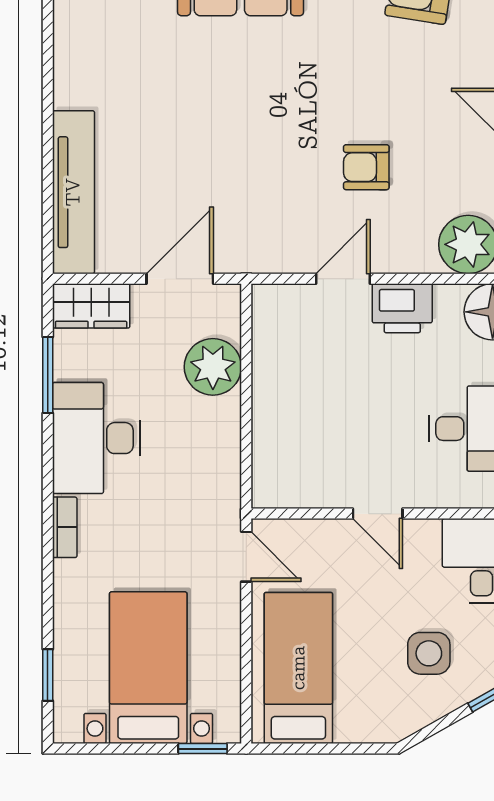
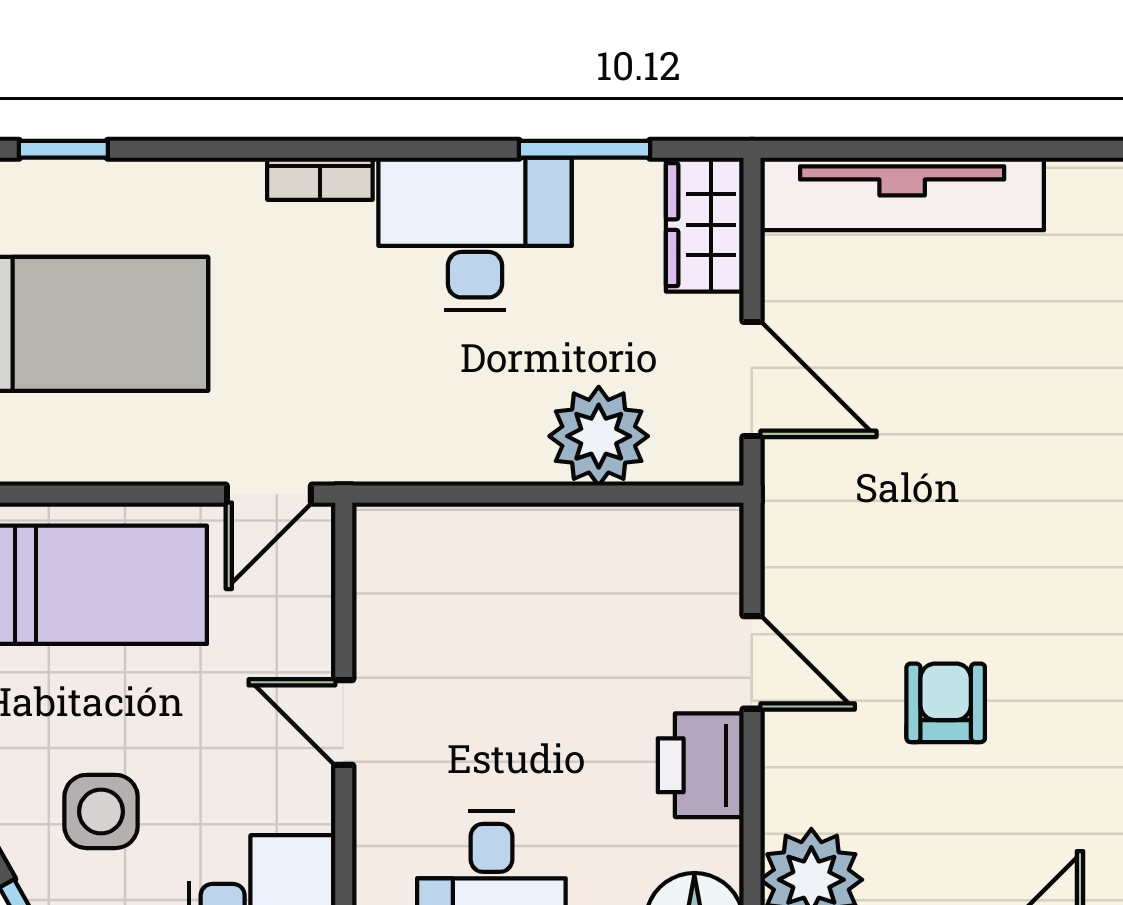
door: (378, 514) -> (344, 723), hinge flipped

